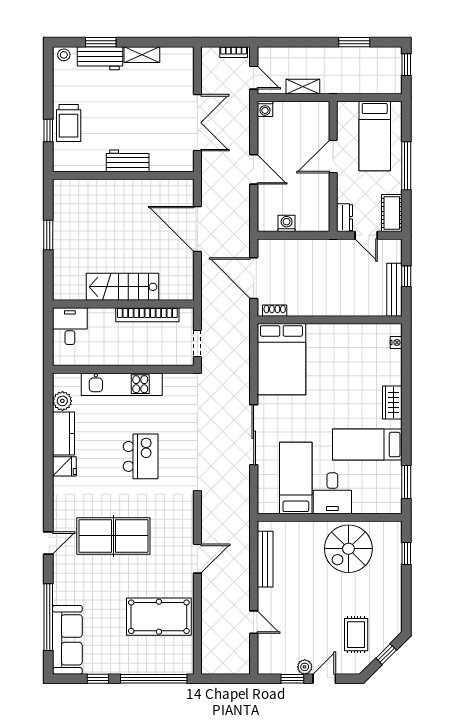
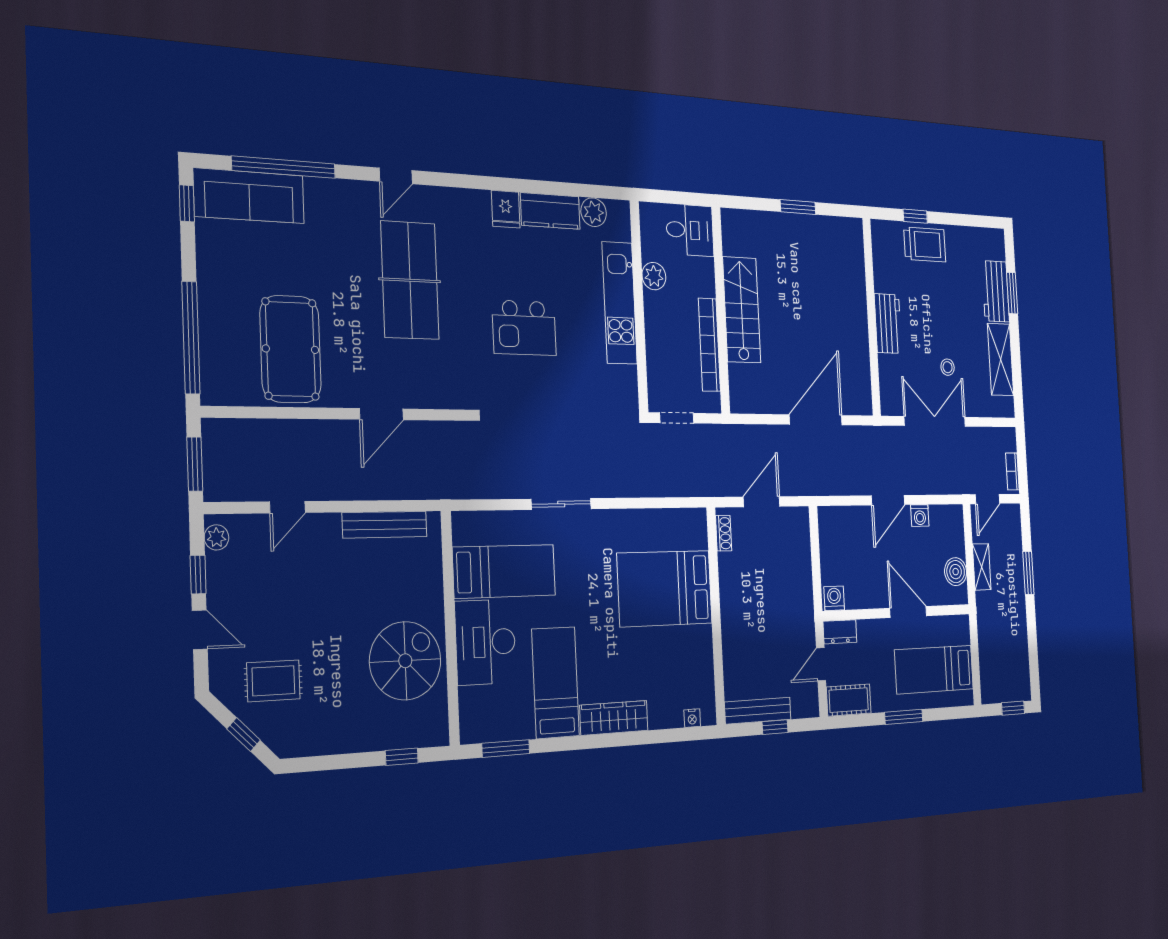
window: (354, 42) -> (1028, 573), moved
stool: (64, 55) -> (948, 367), moved
shelving: (142, 55) -> (1001, 359), width x1.50, depth x1.33
washing machine: (265, 109) -> (920, 516), moved, turned -90
boiler: (306, 111) -> (956, 572), added
trolley: (69, 123) -> (925, 244), turned 180
double door: (197, 123) -> (935, 421), swing flipped
window: (406, 166) -> (904, 717), width x0.69
washing machine: (287, 223) -> (834, 598), moved, turned -90
door: (254, 278) -> (762, 502), width x0.73
plant: (103, 356) -> (654, 276), added
bed: (281, 359) -> (665, 588), moved
wardrobe: (392, 402) -> (614, 718), width x1.50
sliding door: (254, 435) -> (561, 504), width x0.73
desk: (332, 493) -> (485, 642), width x1.37
door: (48, 543) -> (396, 176), hinge flipped
spiral stairs: (348, 549) -> (405, 661), turned 90
door: (197, 559) -> (381, 414), hinge flipped
plant: (305, 667) -> (216, 537), moved
window: (98, 679) -> (187, 203), moved
window: (228, 679) -> (195, 464), added

